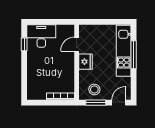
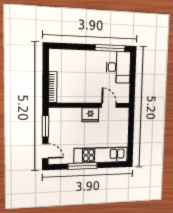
window: (24, 44) -> (110, 48), width x2.17
window: (134, 55) -> (83, 166), moved
stool: (94, 90) -> (60, 125), removed

